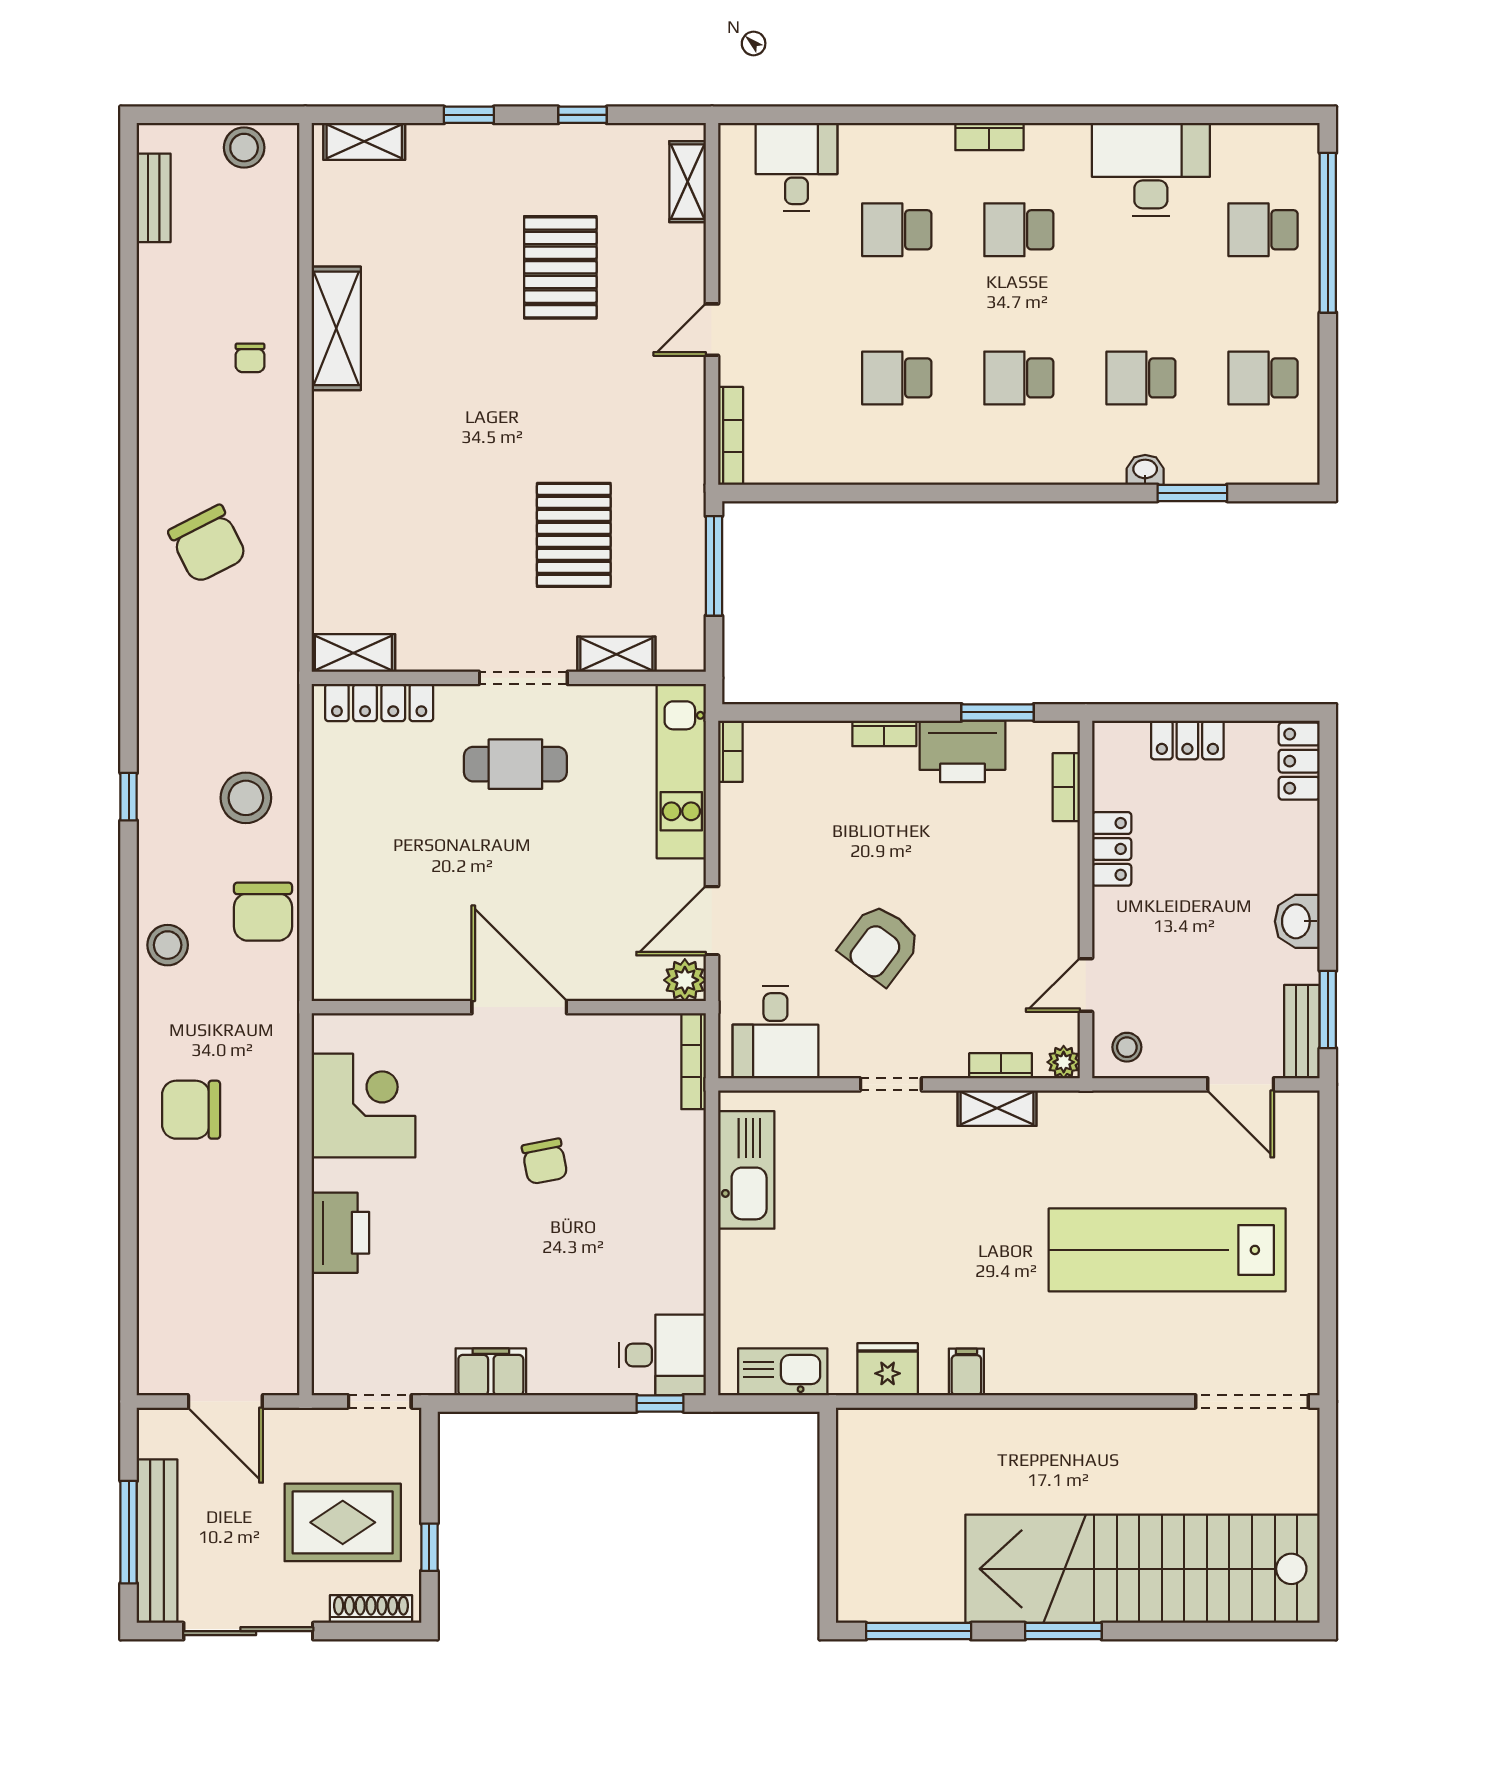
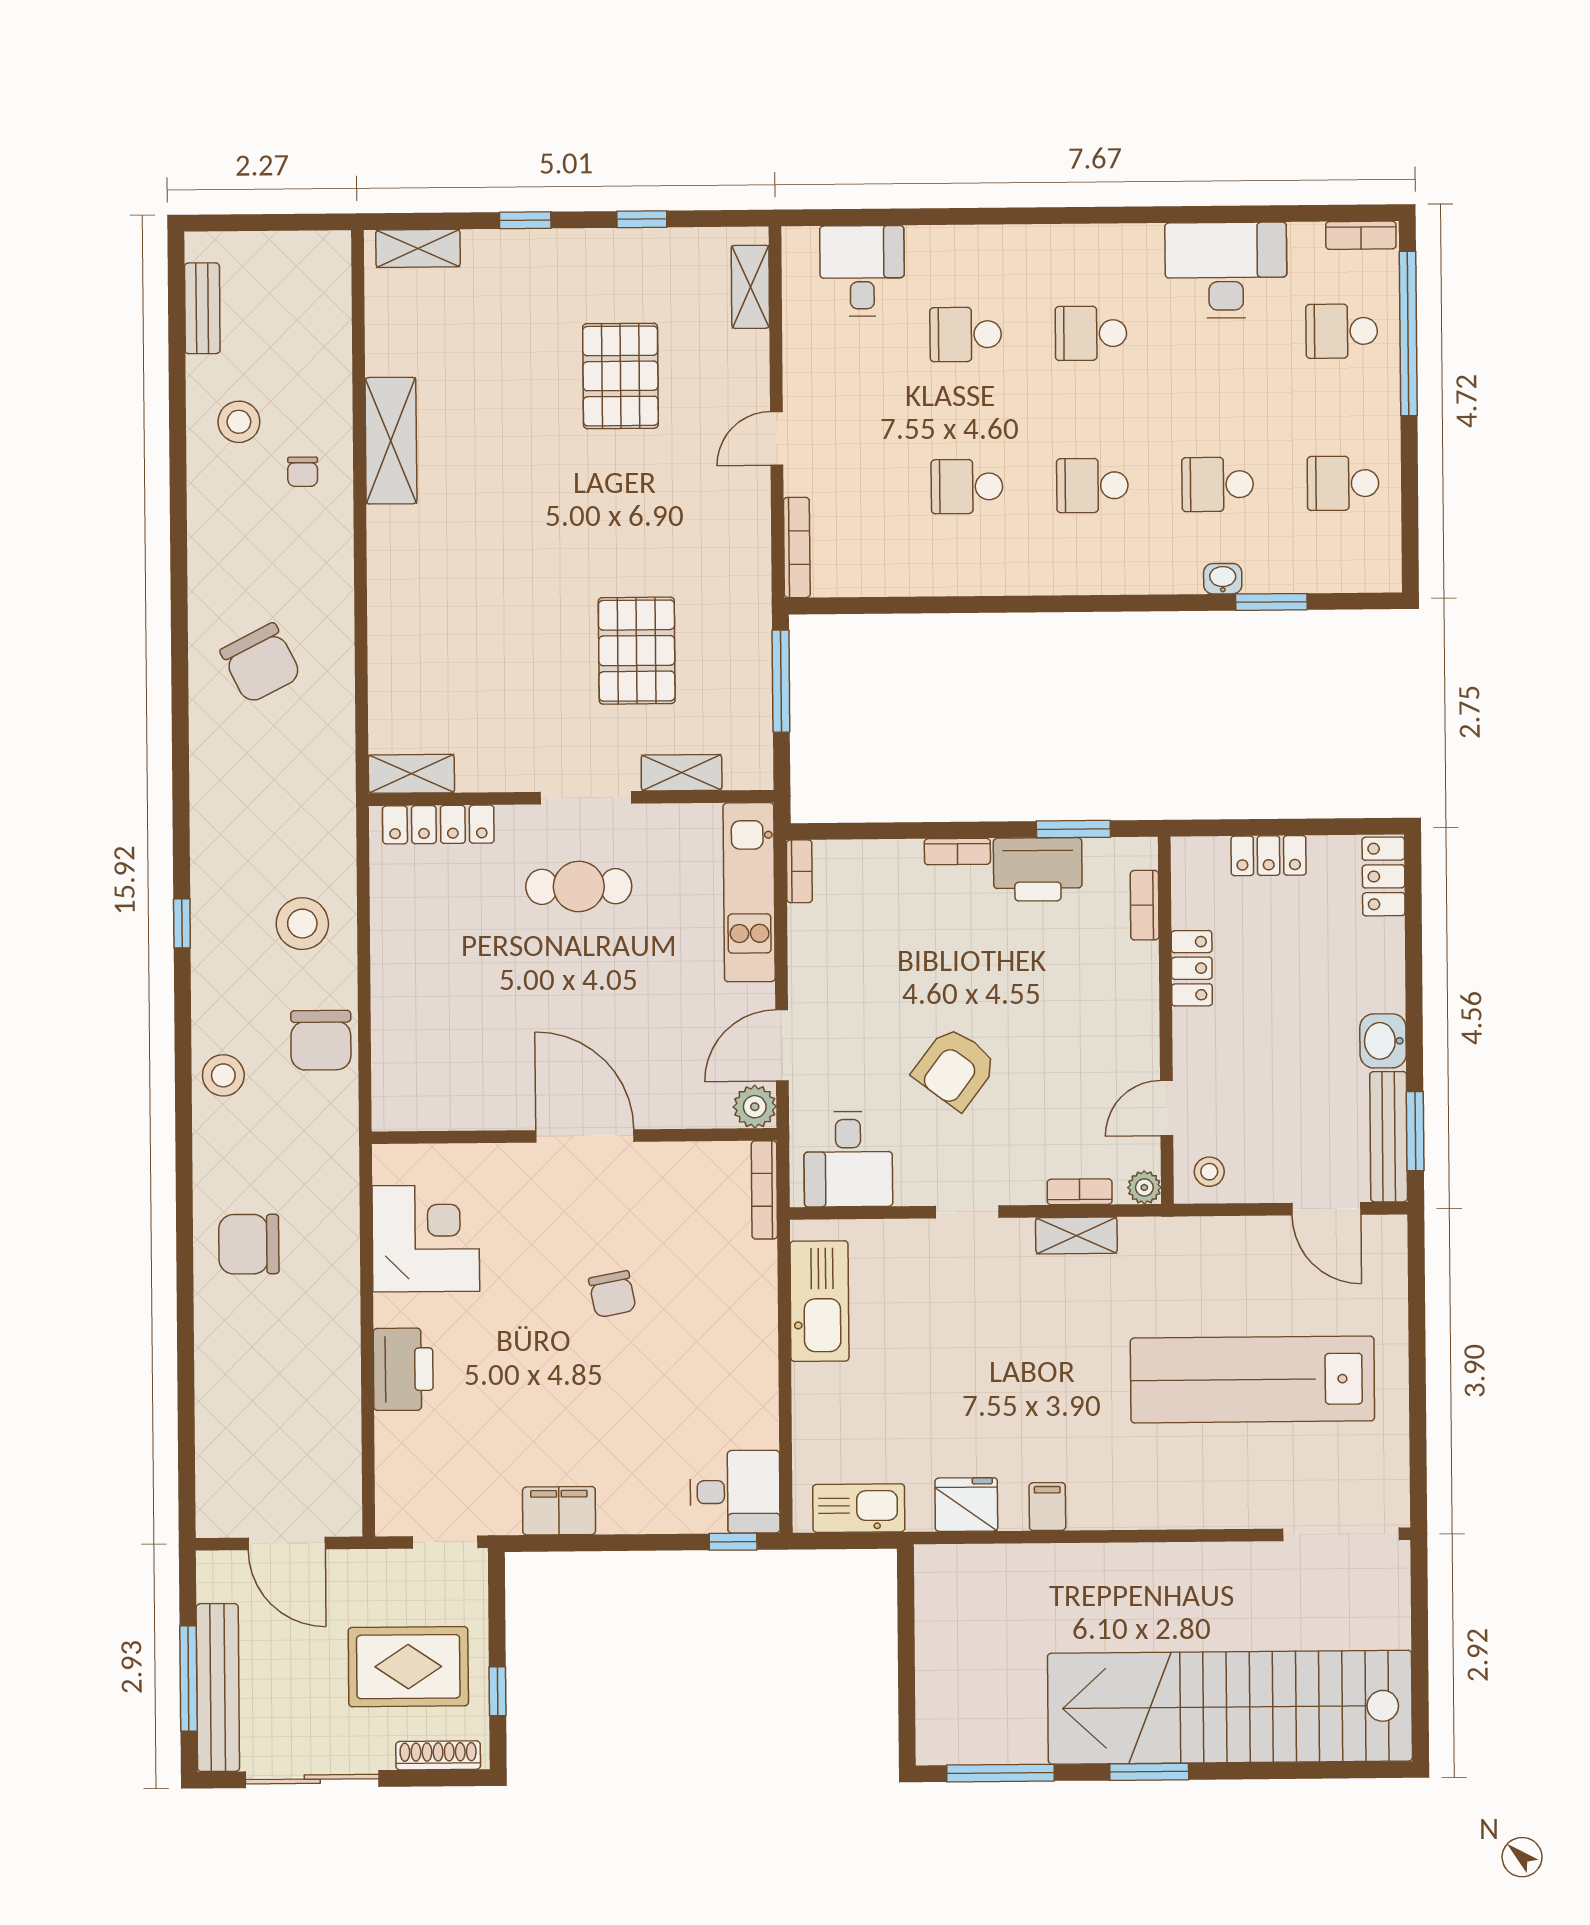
bookcase: (989, 137) -> (1361, 235), moved
stool: (244, 148) -> (239, 422), moved
bench: (1302, 1032) -> (1389, 1137), width x1.36

